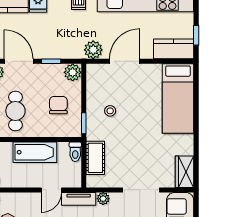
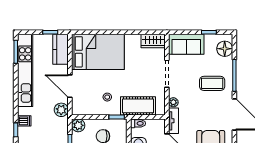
bed: (178, 99) -> (98, 52), width x1.50
cot: (95, 158) -> (138, 106), width x1.37, depth x1.34

